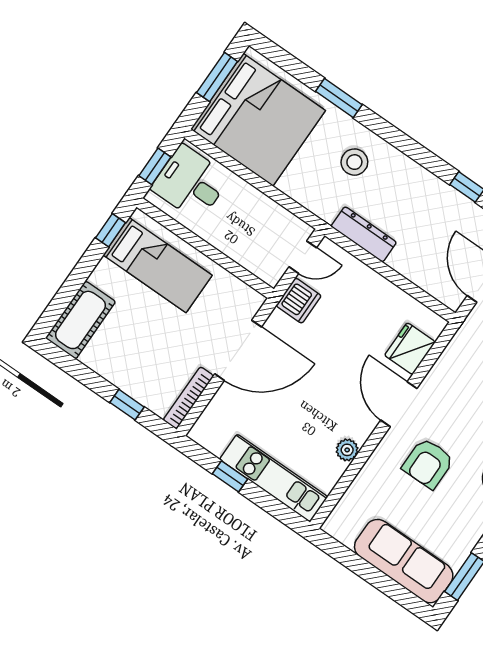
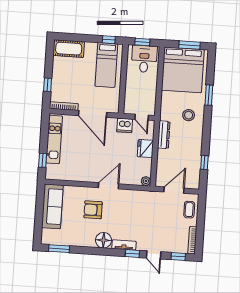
fridge: (410, 349) -> (145, 149), moved, turned -90
plant: (347, 450) -> (146, 181), moved
window: (230, 476) -> (43, 160), moved
kitchen unit: (274, 478) -> (54, 139), moved
sofa: (404, 561) -> (52, 206), moved

